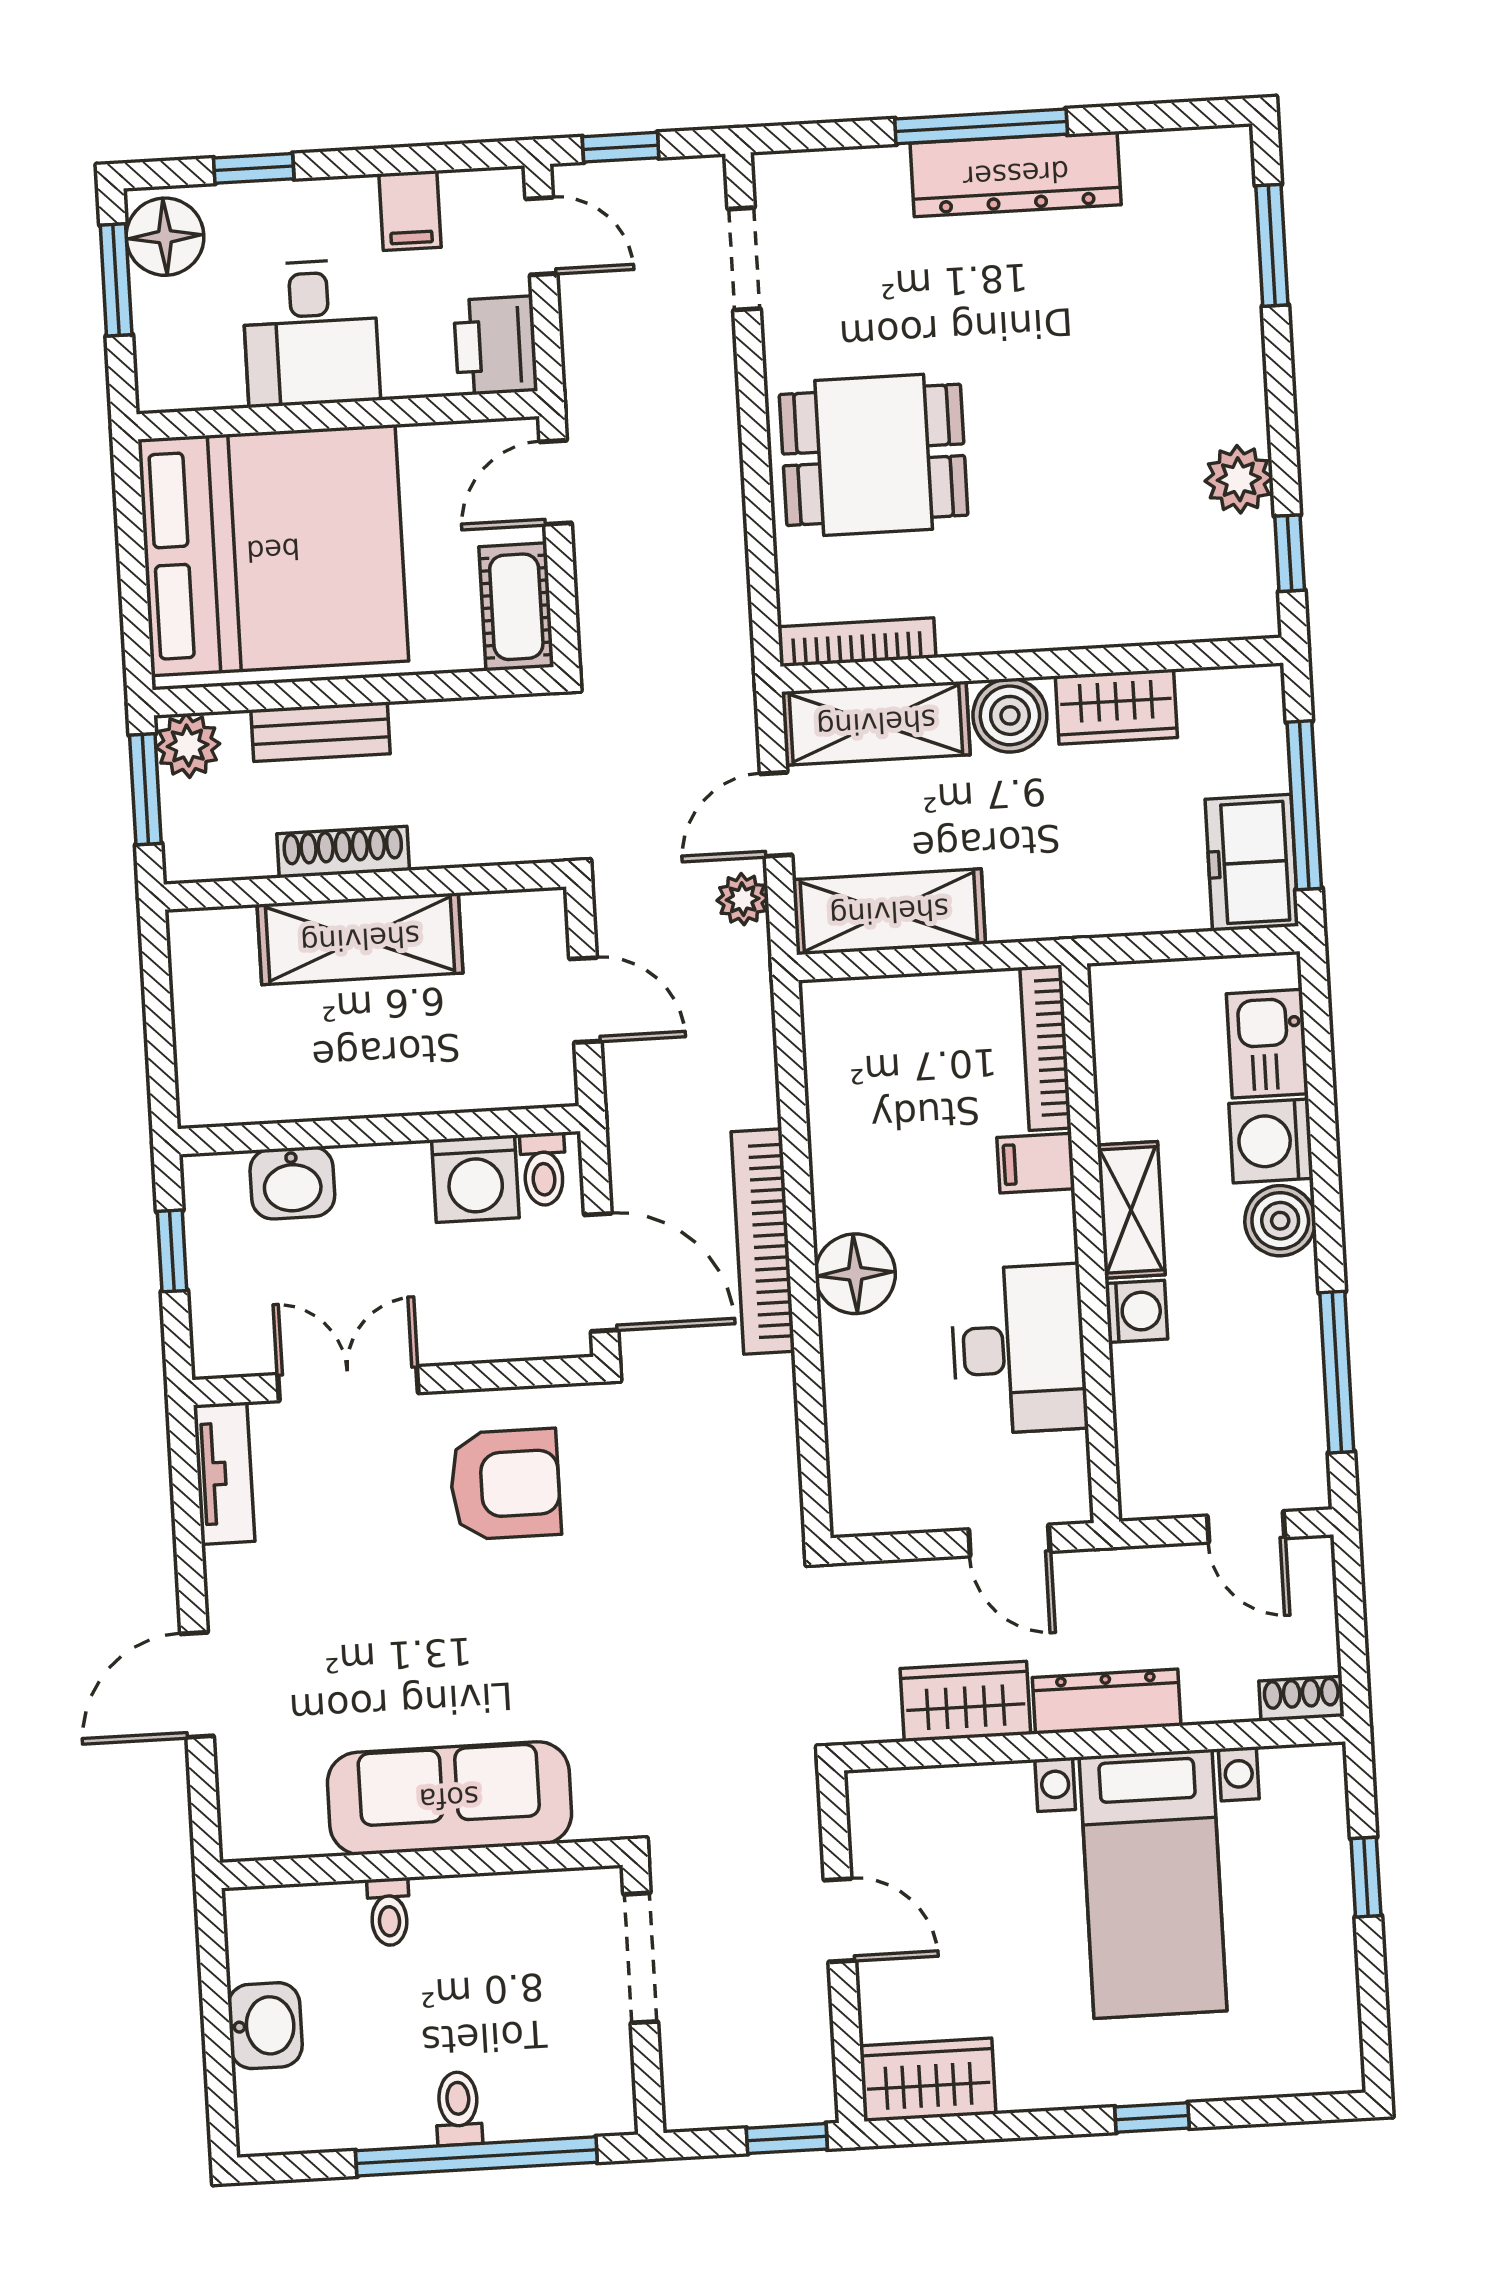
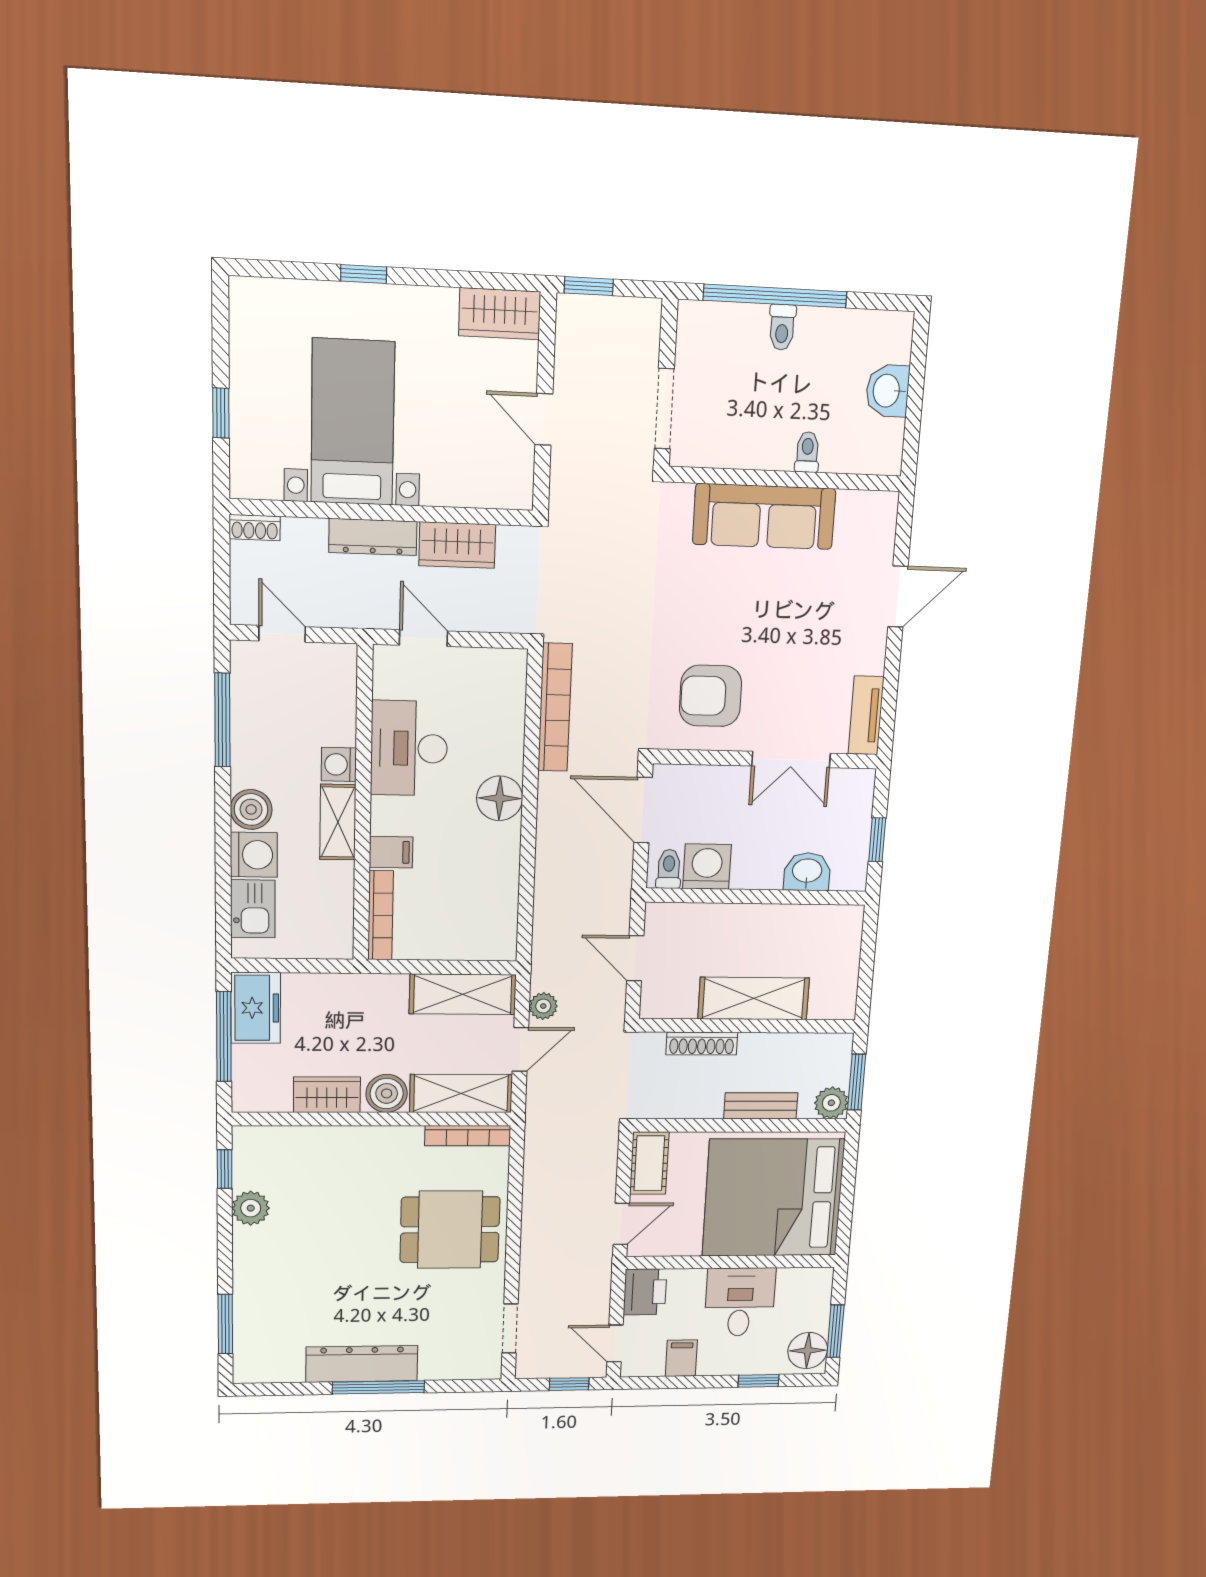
shoe rack: (343, 852) -> (702, 1044), moved
bookcase: (763, 1242) -> (555, 708), moved

